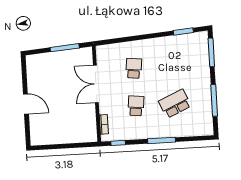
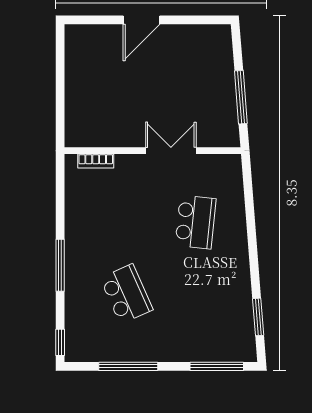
school desk: (134, 68) -> (196, 222), width x1.85
double door: (96, 84) -> (171, 151), width x0.73
school desk: (136, 106) -> (126, 222), removed
window: (118, 143) -> (60, 342), moved

